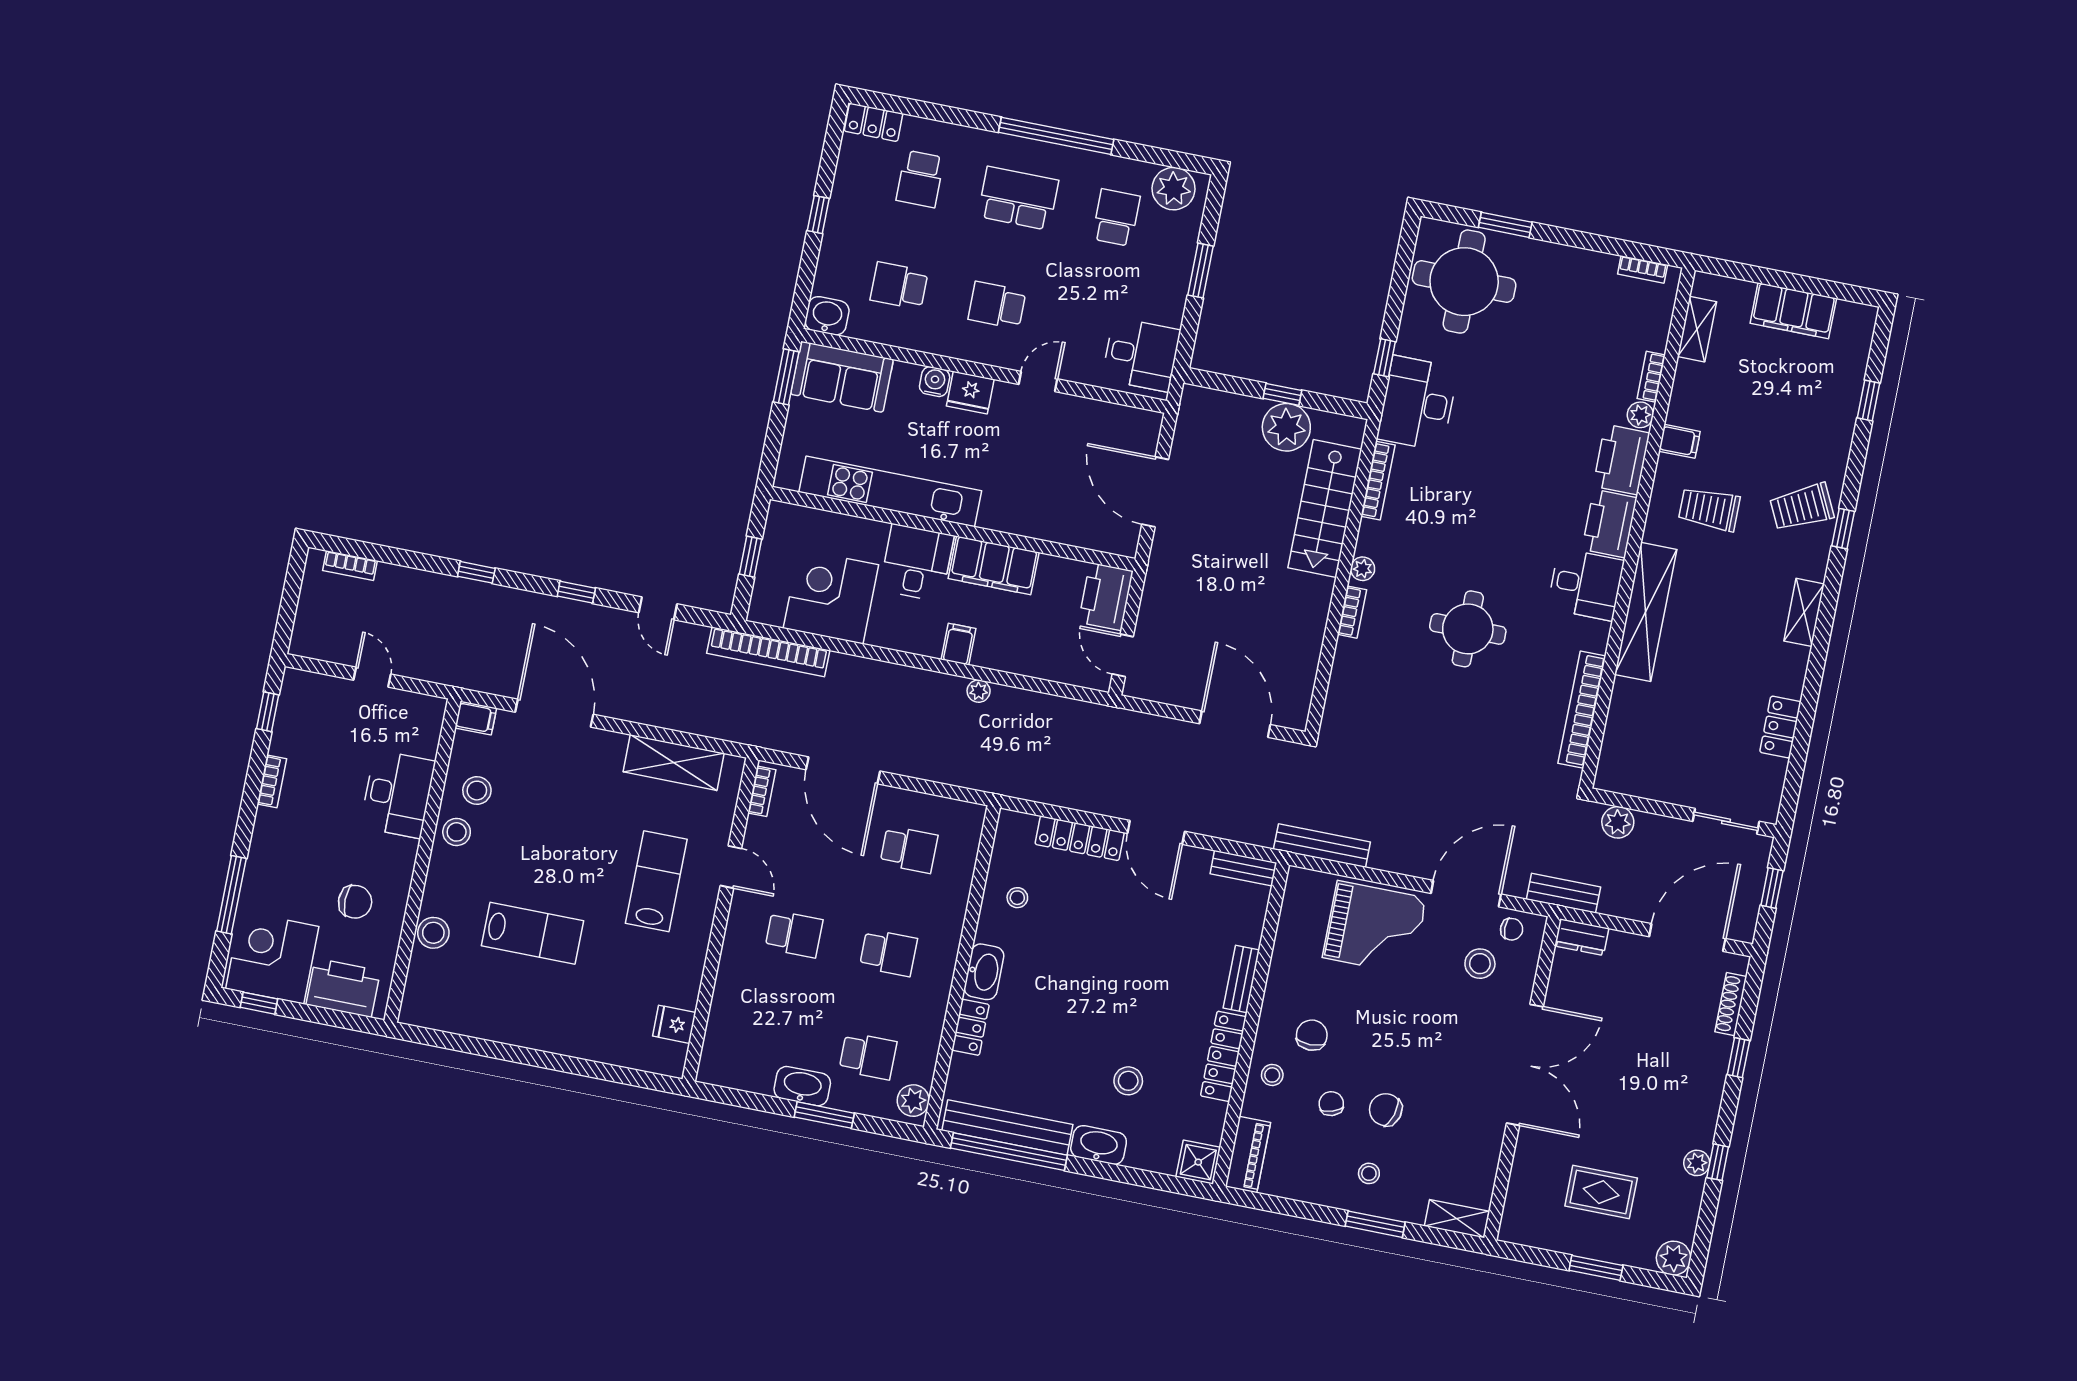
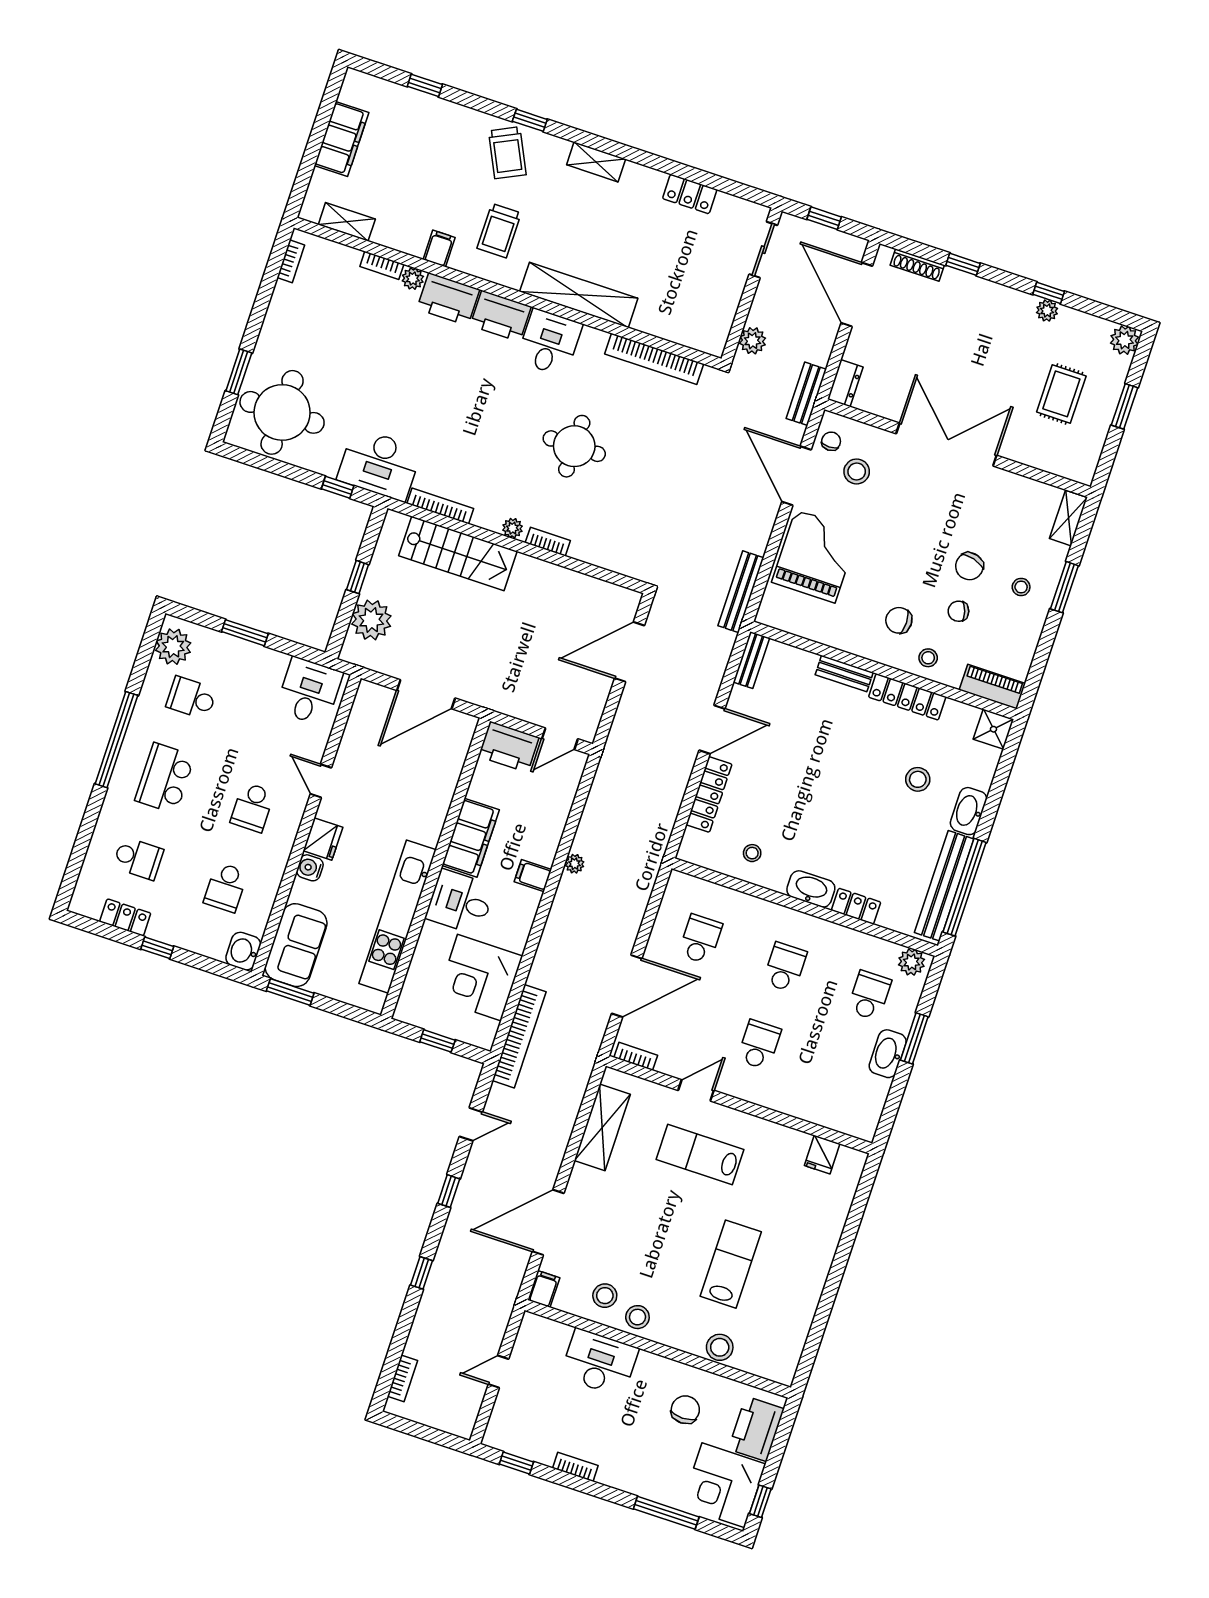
locker: (874, 122) -> (125, 917), moved, turned -90
plant: (1286, 427) -> (371, 620), moved

